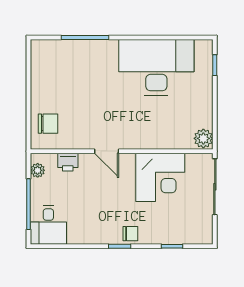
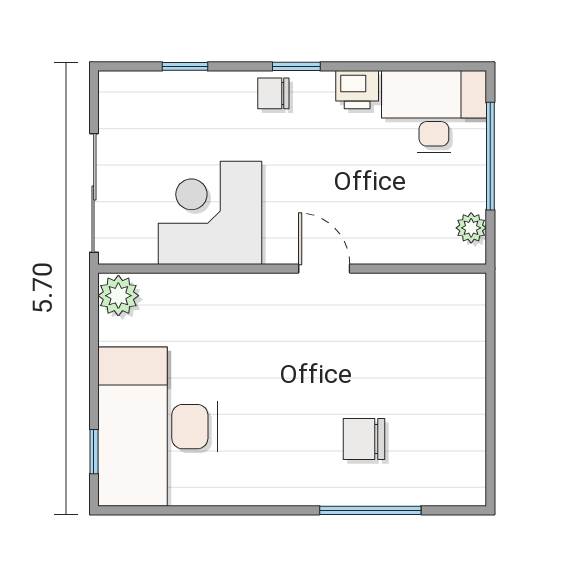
desk: (156, 67) -> (158, 427), moved, turned 90
chair: (48, 124) -> (364, 439), moved
printer: (68, 162) -> (357, 90), moved, turned 180
desk: (48, 225) -> (434, 112), width x1.37

